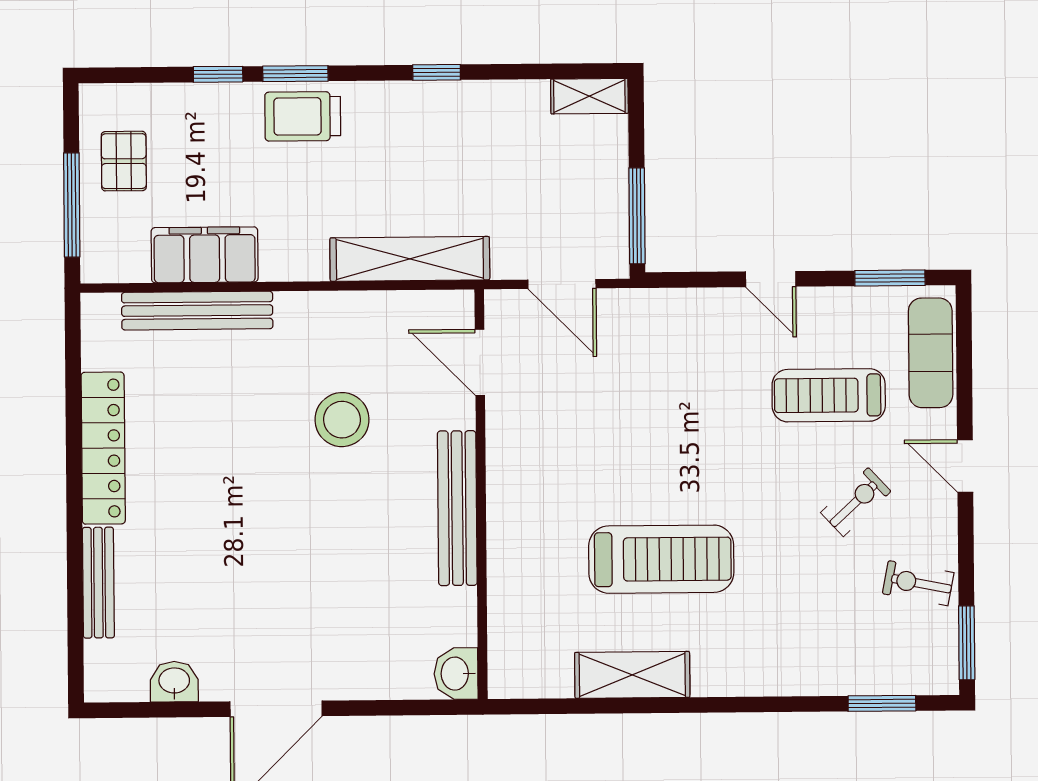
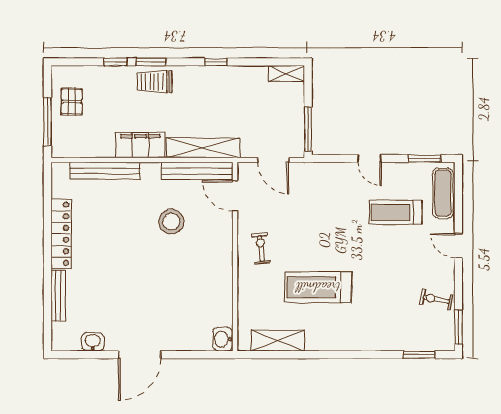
filing cabinet: (205, 255) -> (140, 145), moved
exercise bike: (856, 502) -> (261, 249), moved, turned -53
bench: (457, 508) -> (197, 171), moved, turned 90
treadmill: (661, 559) -> (318, 287), turned 180
shelving: (632, 675) -> (278, 340), moved

